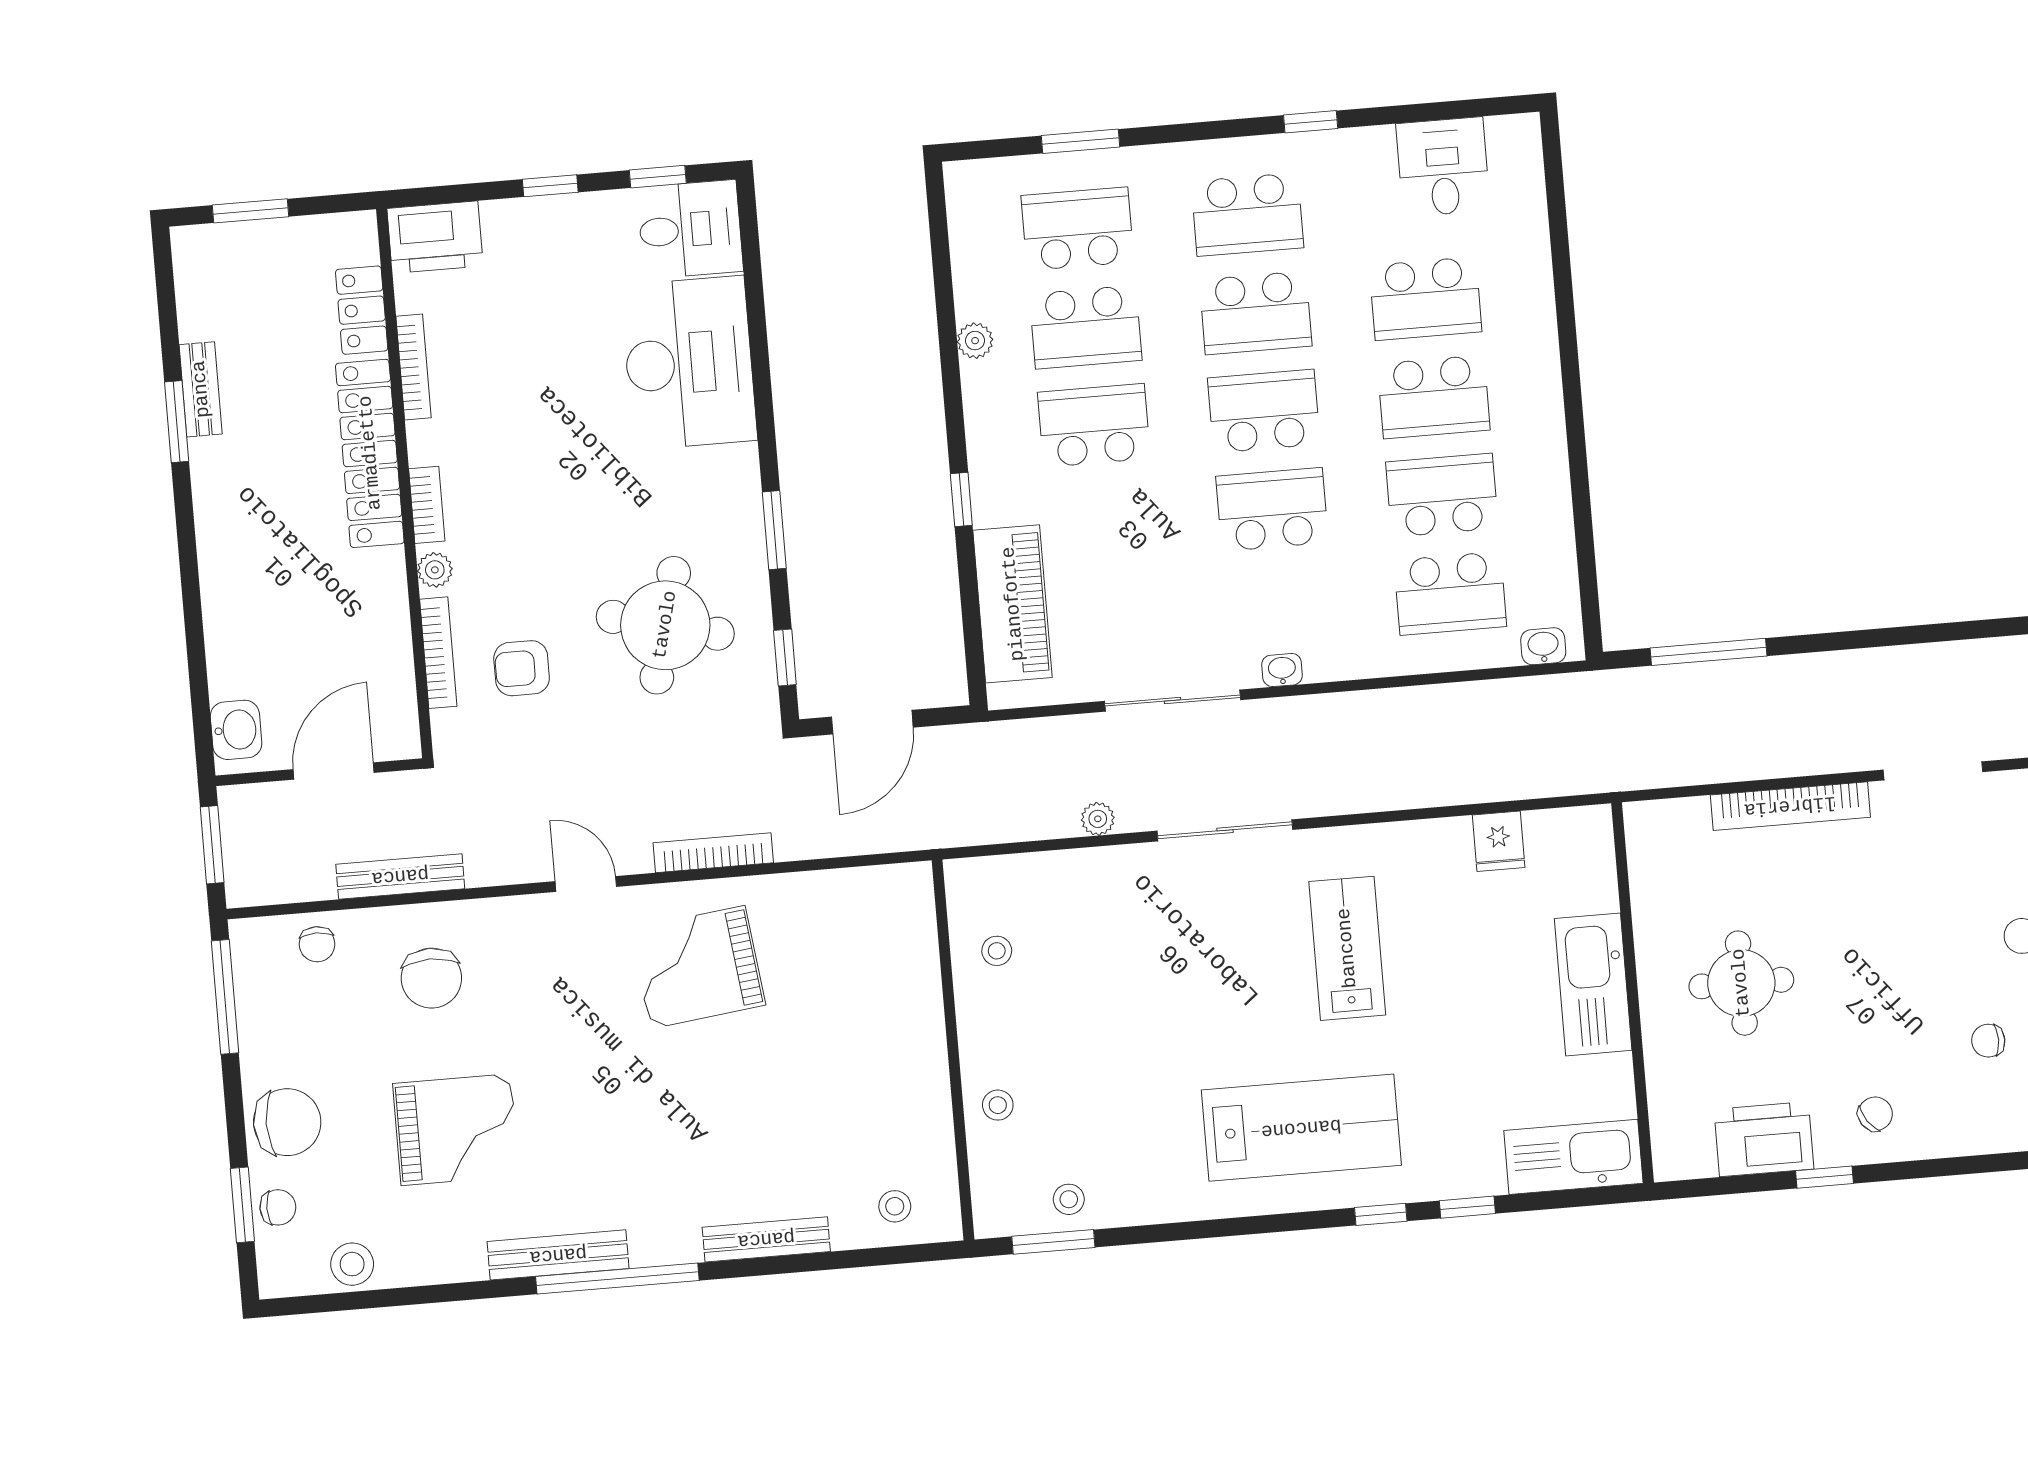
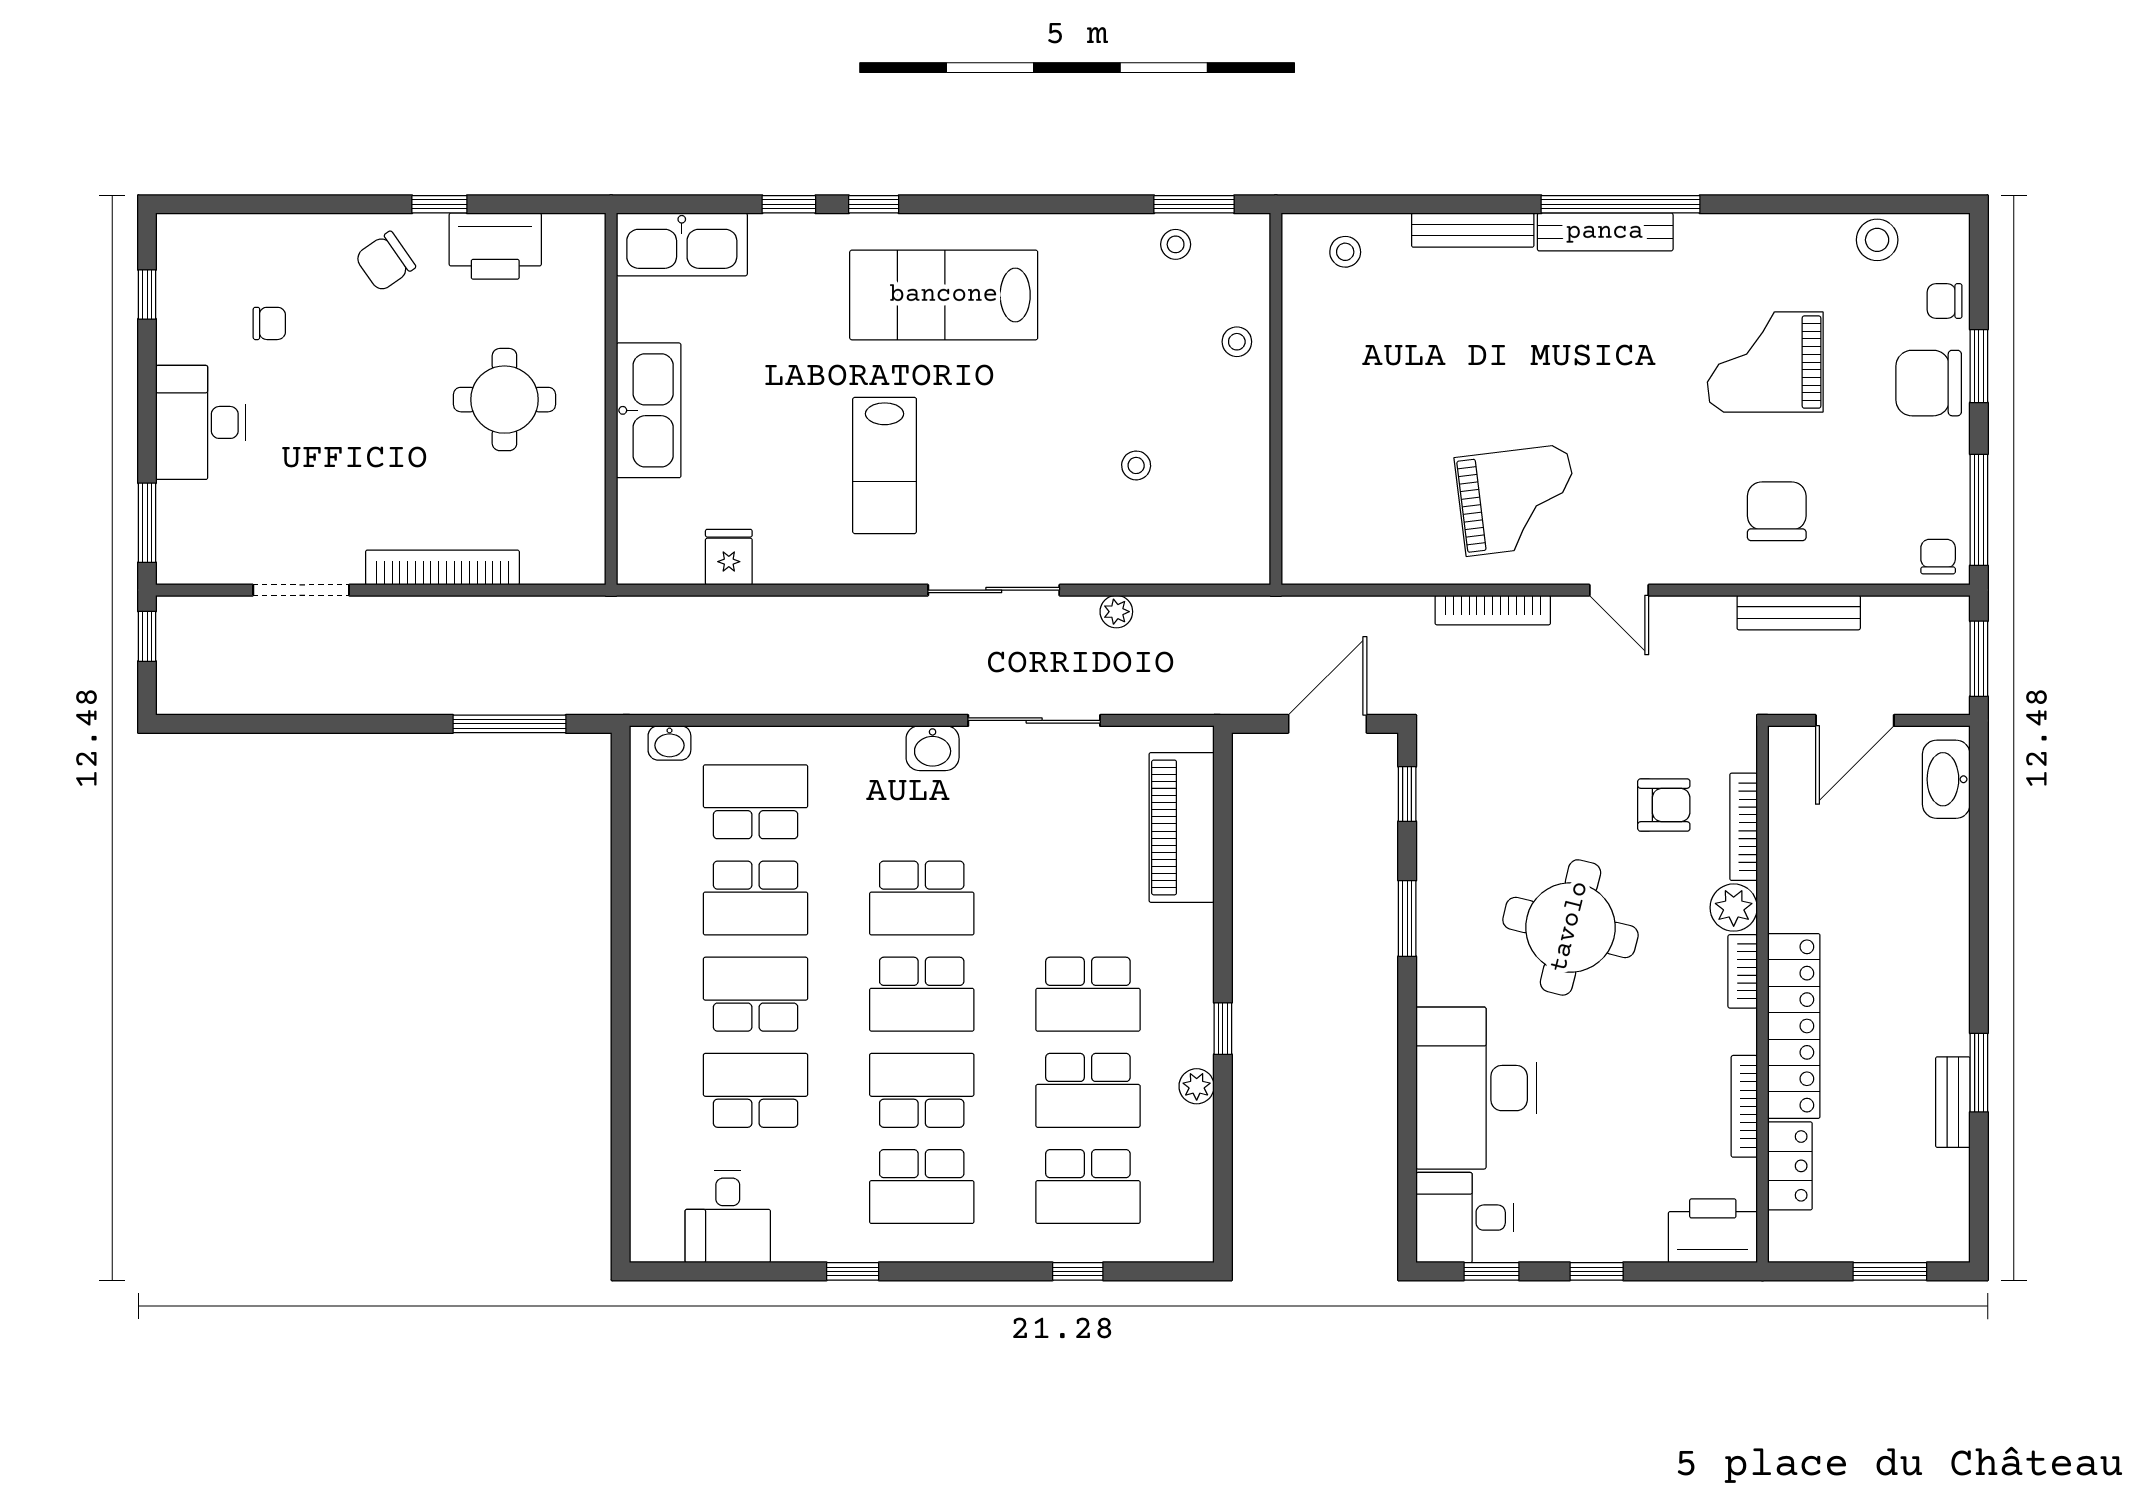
window: (1081, 141) -> (1078, 1271), width x0.67
school desk: (1247, 214) -> (922, 1187), turned 180
school desk: (1086, 327) -> (1088, 1090), turned 180
window: (961, 500) -> (1223, 1029), moved
plant: (435, 570) -> (1734, 908), width x1.38, depth x1.38
round table: (665, 625) -> (1570, 927), moved
washbasin: (1282, 670) -> (933, 748), width x1.38, depth x1.45
washbasin: (236, 730) -> (1946, 779), width x1.38
chair: (317, 944) -> (1938, 557), moved
stool: (997, 951) -> (1136, 465), moved
chair: (1875, 1114) -> (385, 262), width x1.37, depth x1.37
window: (242, 1205) -> (1979, 366), moved
bench: (558, 1255) -> (1605, 232), moved

